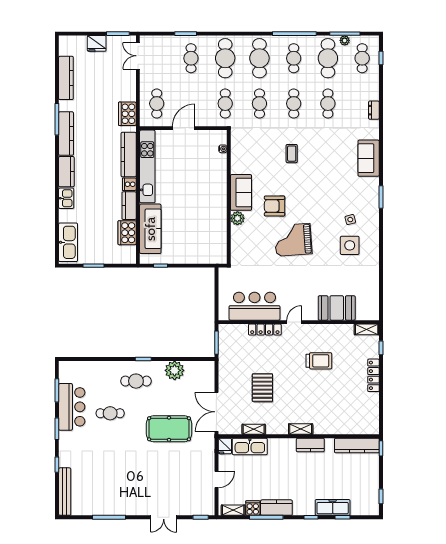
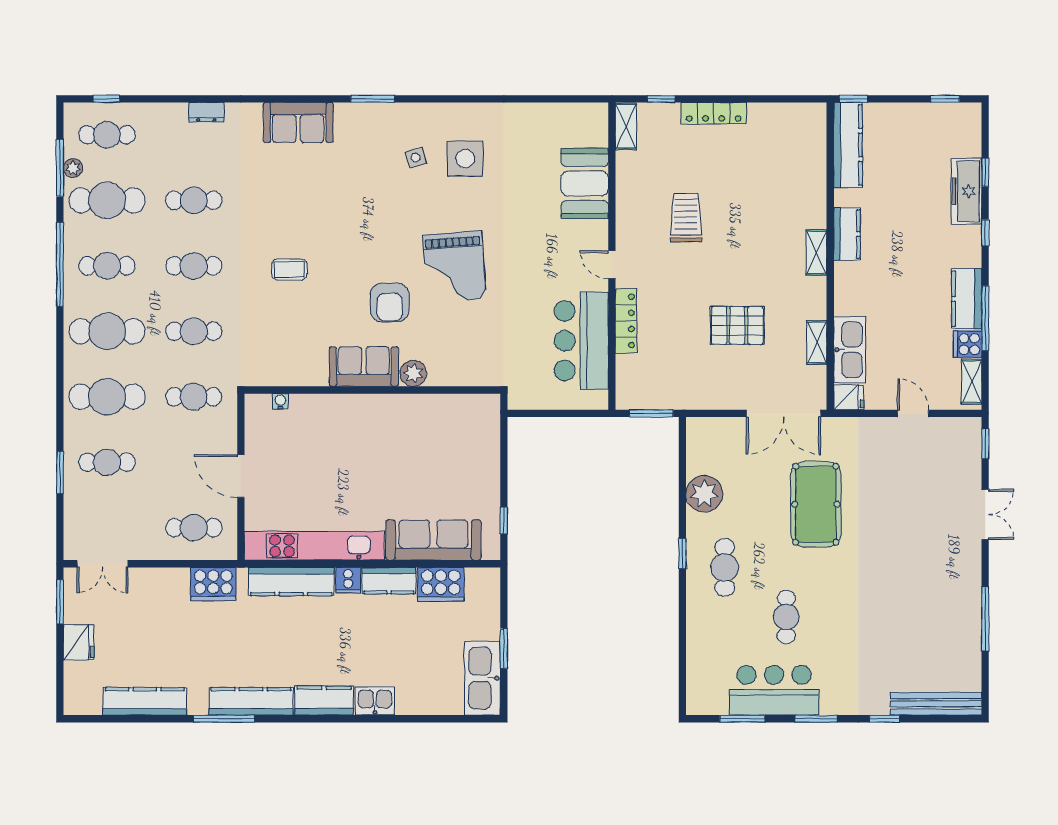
kitchen sink: (68, 242) -> (483, 678), moved, turned -90

